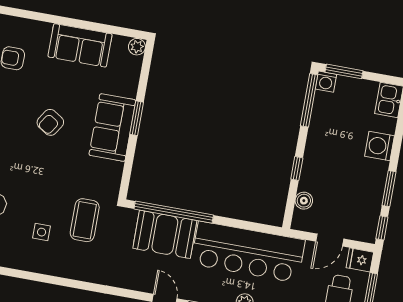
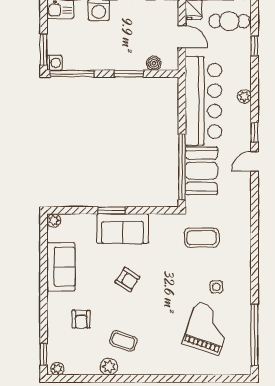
window: (297, 168) -> (129, 74), width x1.50
side table: (42, 232) -> (216, 287), moved

